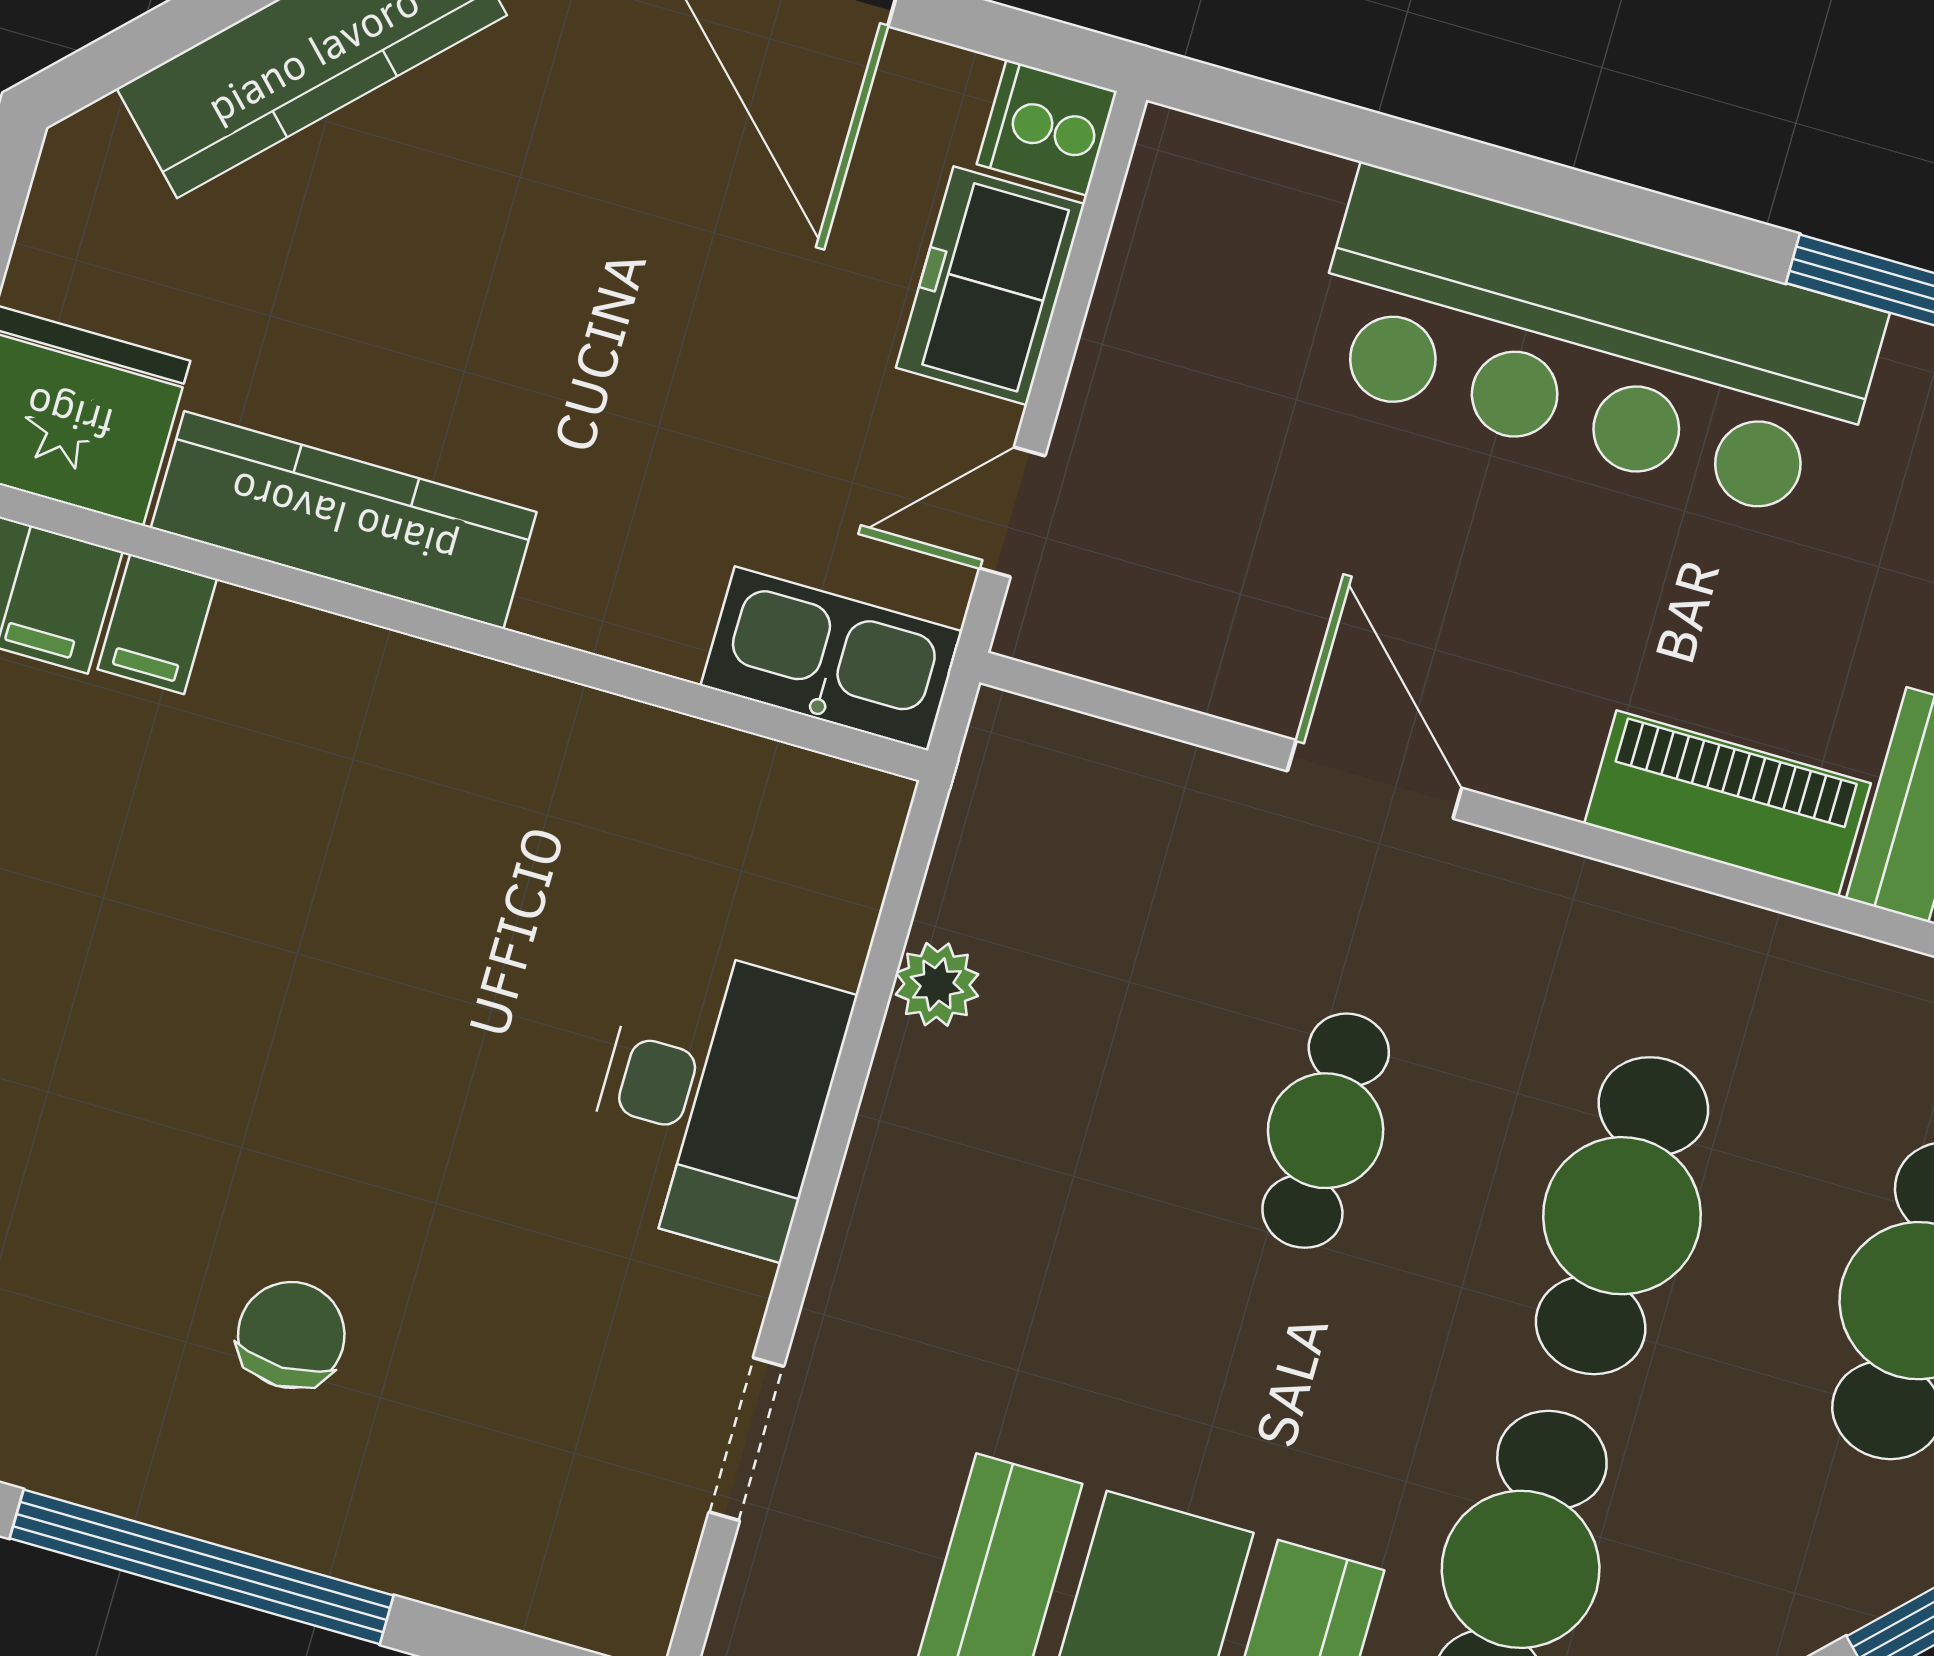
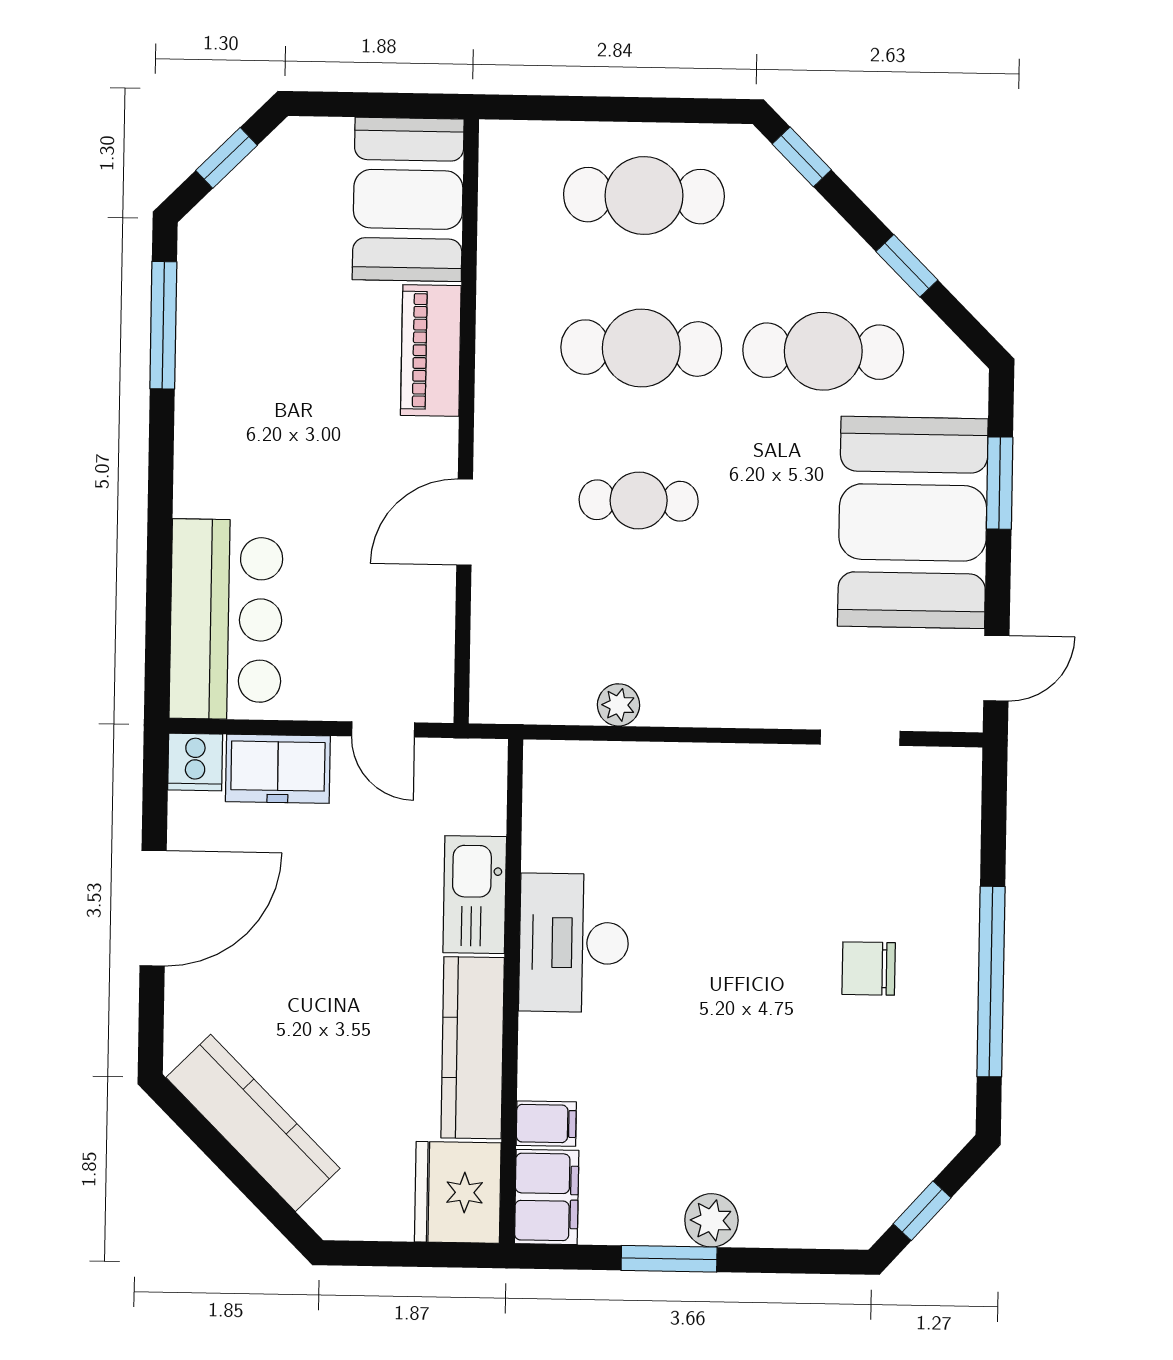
bar counter: (1595, 345) -> (226, 619), moved, width x0.73
kitchen sink: (831, 659) -> (475, 895), moved
desk: (714, 1099) -> (574, 943), moved, turned -90

